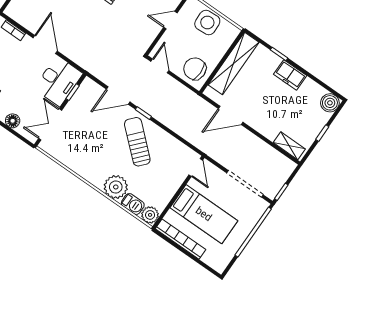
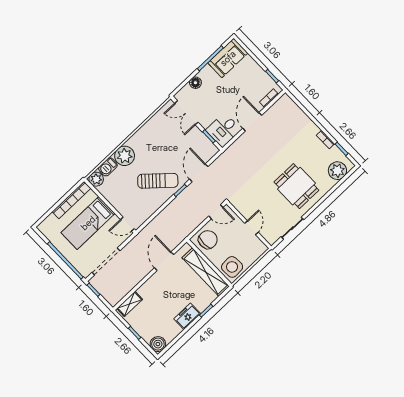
side table: (207, 22) -> (232, 267), moved
door: (45, 45) -> (252, 122), swing flipped
desk: (58, 81) -> (223, 130), width x0.73
double door: (50, 124) -> (186, 113), swing flipped

